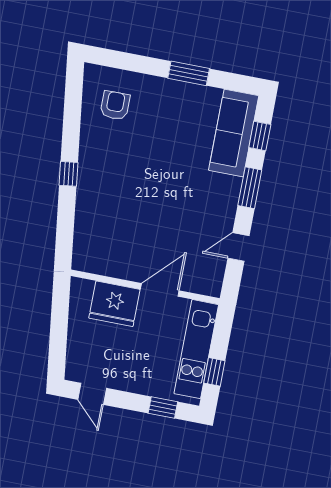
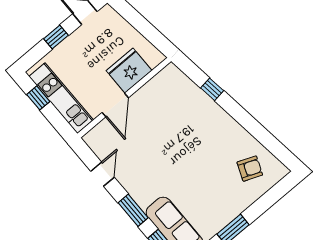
armchair: (115, 105) -> (250, 169), turned -68
window: (69, 174) -> (212, 89), moved
window: (163, 407) -> (56, 37), moved

